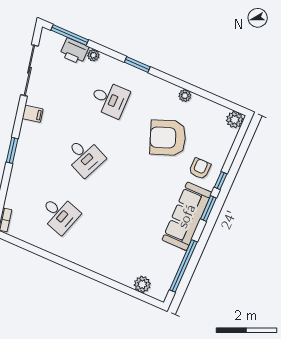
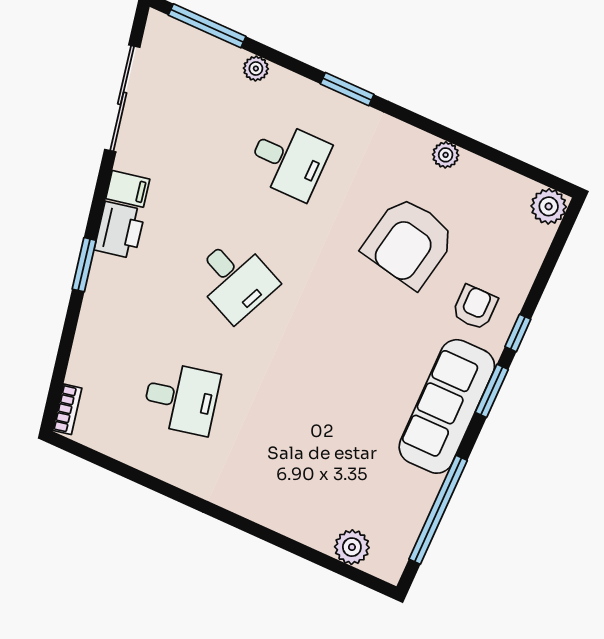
printer: (74, 51) -> (120, 230), moved, turned -101
armchair: (168, 138) -> (409, 242), turned -58
desk: (59, 214) -> (181, 398), turned -30

